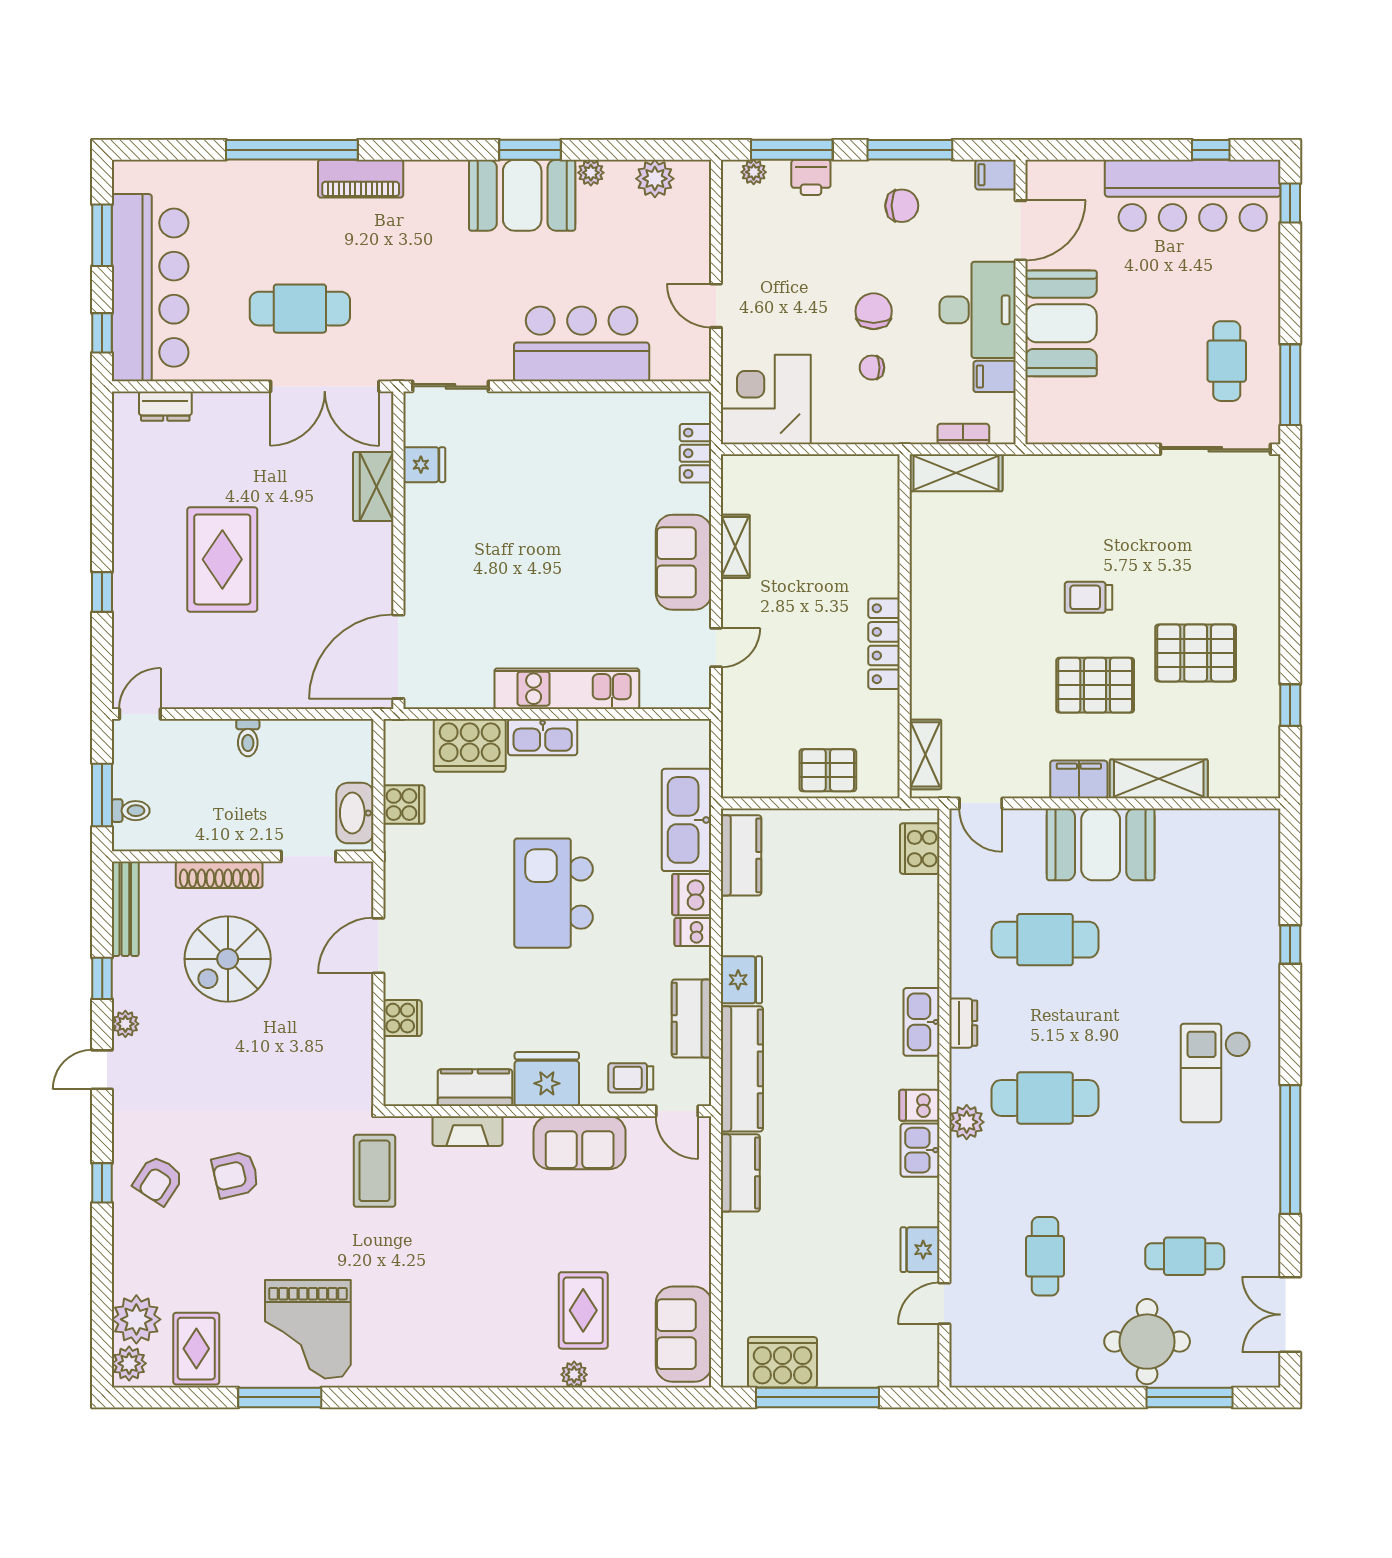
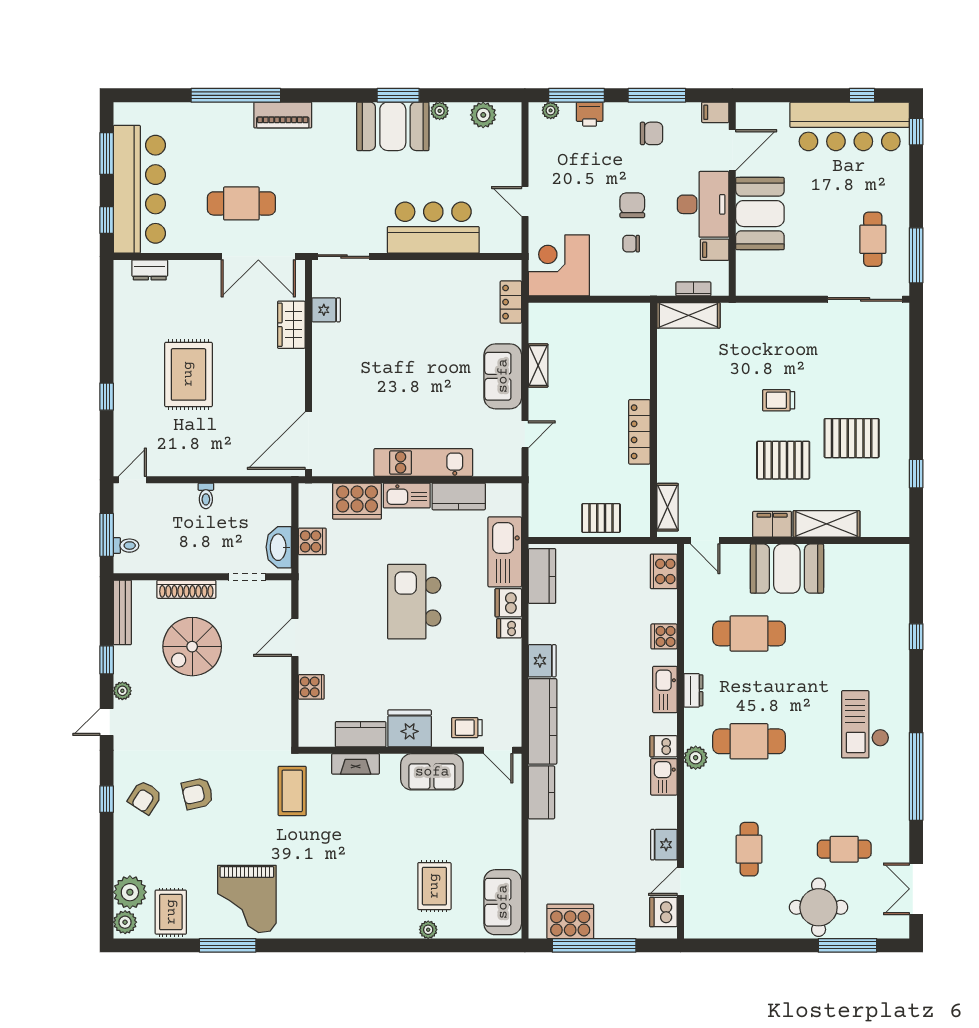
cooker: (920, 944) -> (664, 636), added
kitchen counter: (692, 1018) -> (459, 496), moved, turned -90
dishwasher: (919, 1348) -> (663, 912), added

